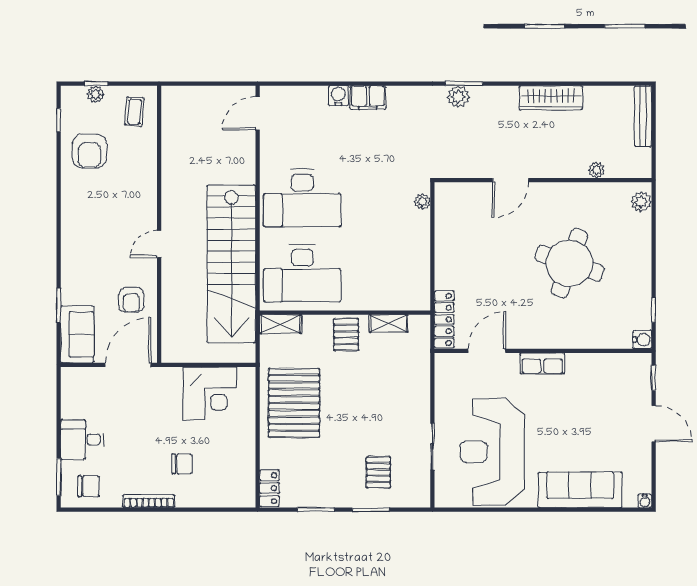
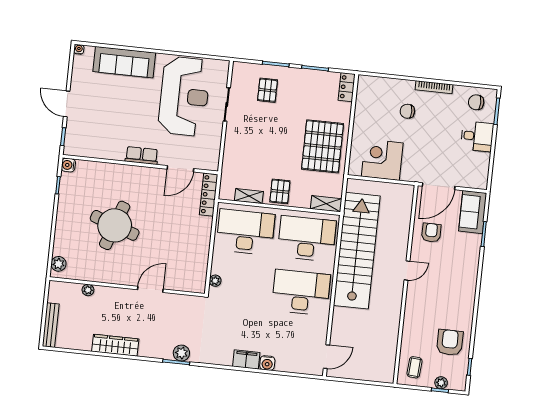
desk: (388, 273) -> (245, 232), added

